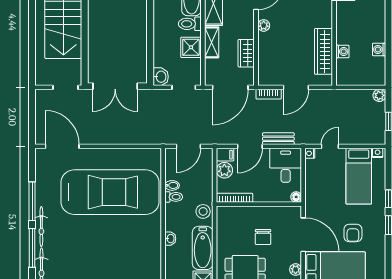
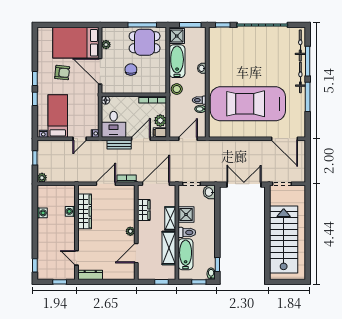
armchair: (353, 233) -> (62, 73), turned 96

